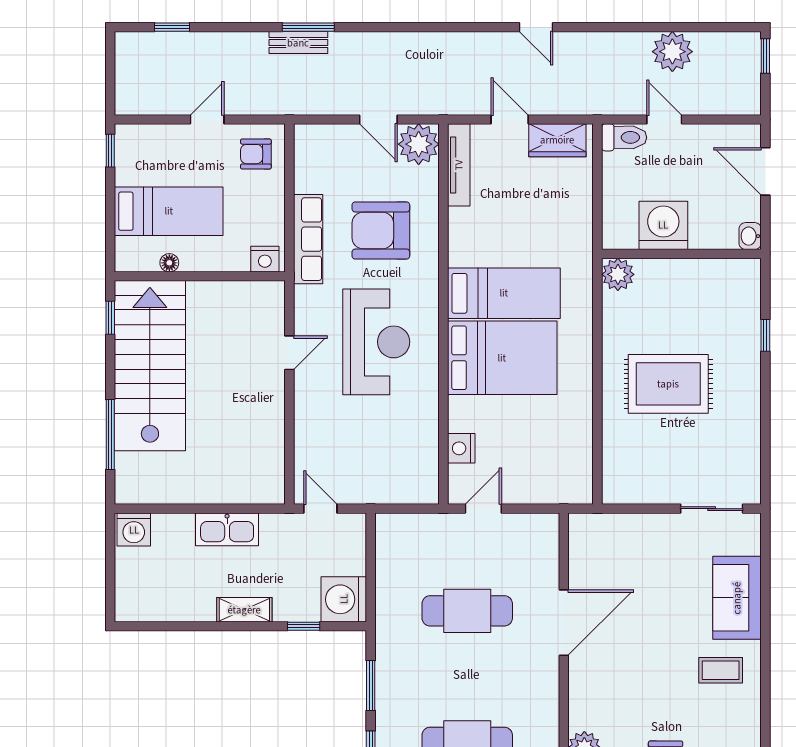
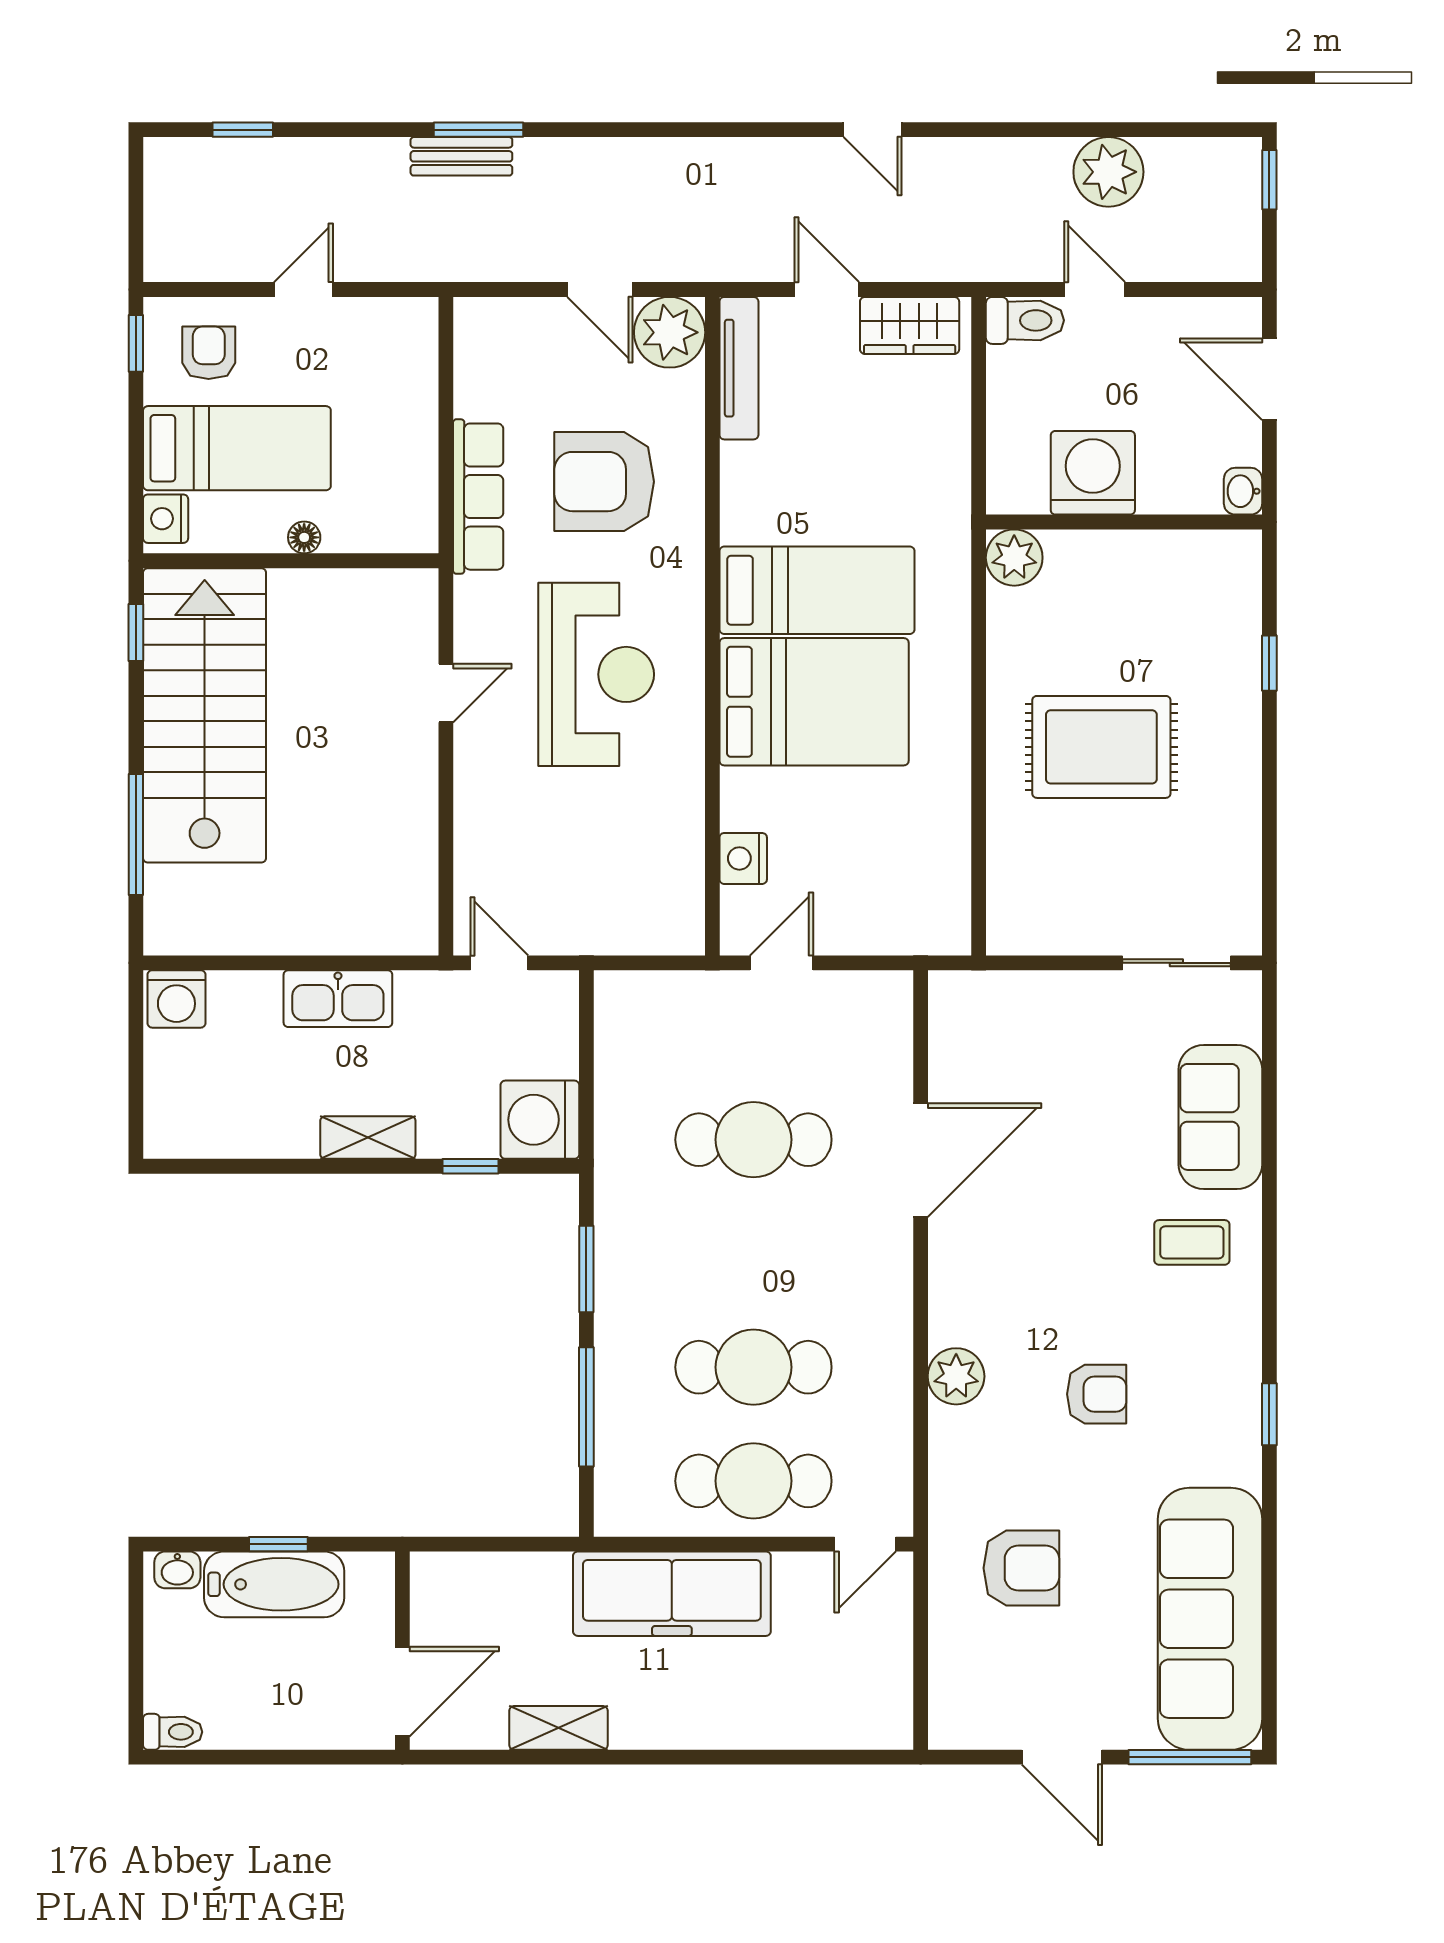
armchair: (256, 154) -> (209, 353), moved, turned 90
nightstand: (265, 259) -> (166, 519), moved, turned 90
floor lamp: (169, 263) -> (304, 537), moved

